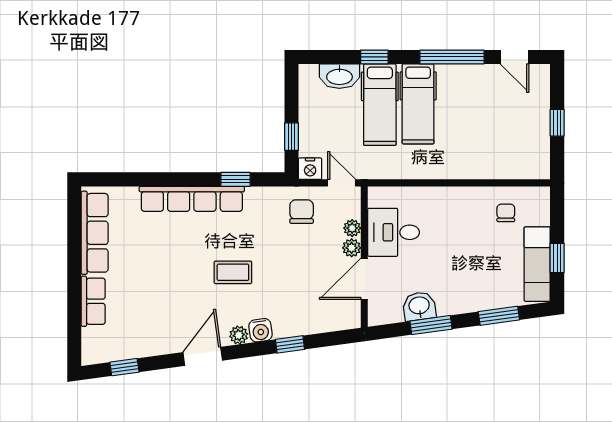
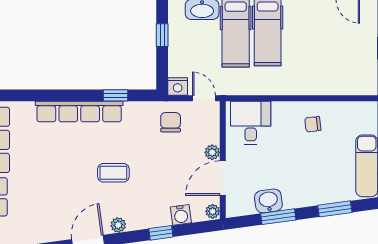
window: (291, 137) -> (162, 35), moved
chair: (506, 213) -> (313, 124), moved, turned -97
plant: (352, 228) -> (213, 211), moved
desk: (394, 232) -> (251, 123), moved, turned 90
water cooler: (261, 330) -> (181, 215), moved

